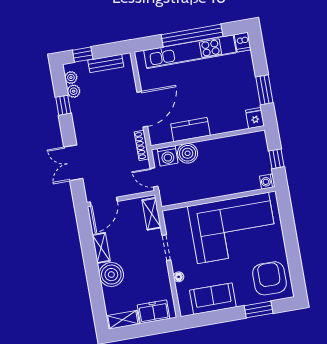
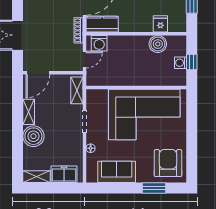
fridge: (255, 118) -> (160, 24), moved
kitchen counter: (190, 130) -> (102, 24), moved
boiler: (188, 153) -> (158, 44), moved
door: (154, 177) -> (85, 60), swing flipped
washing machine: (267, 182) -> (180, 63), moved

